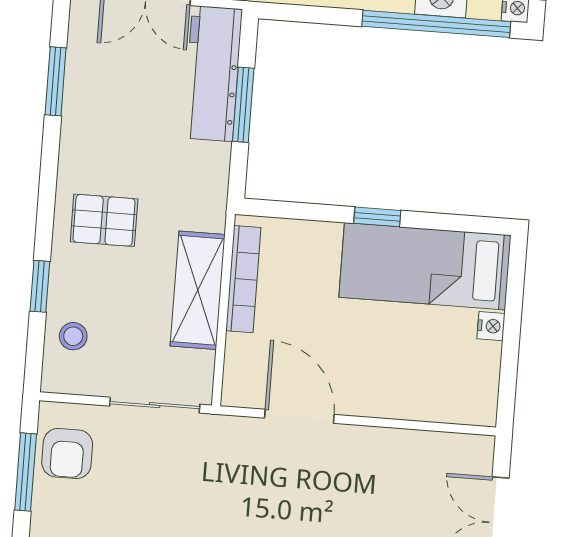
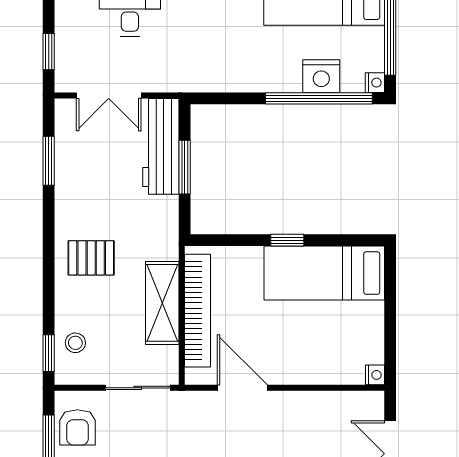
bookcase: (243, 279) -> (197, 311), width x1.48, depth x1.31
window: (40, 286) -> (49, 353), moved
nightstand: (491, 326) -> (375, 375), moved

